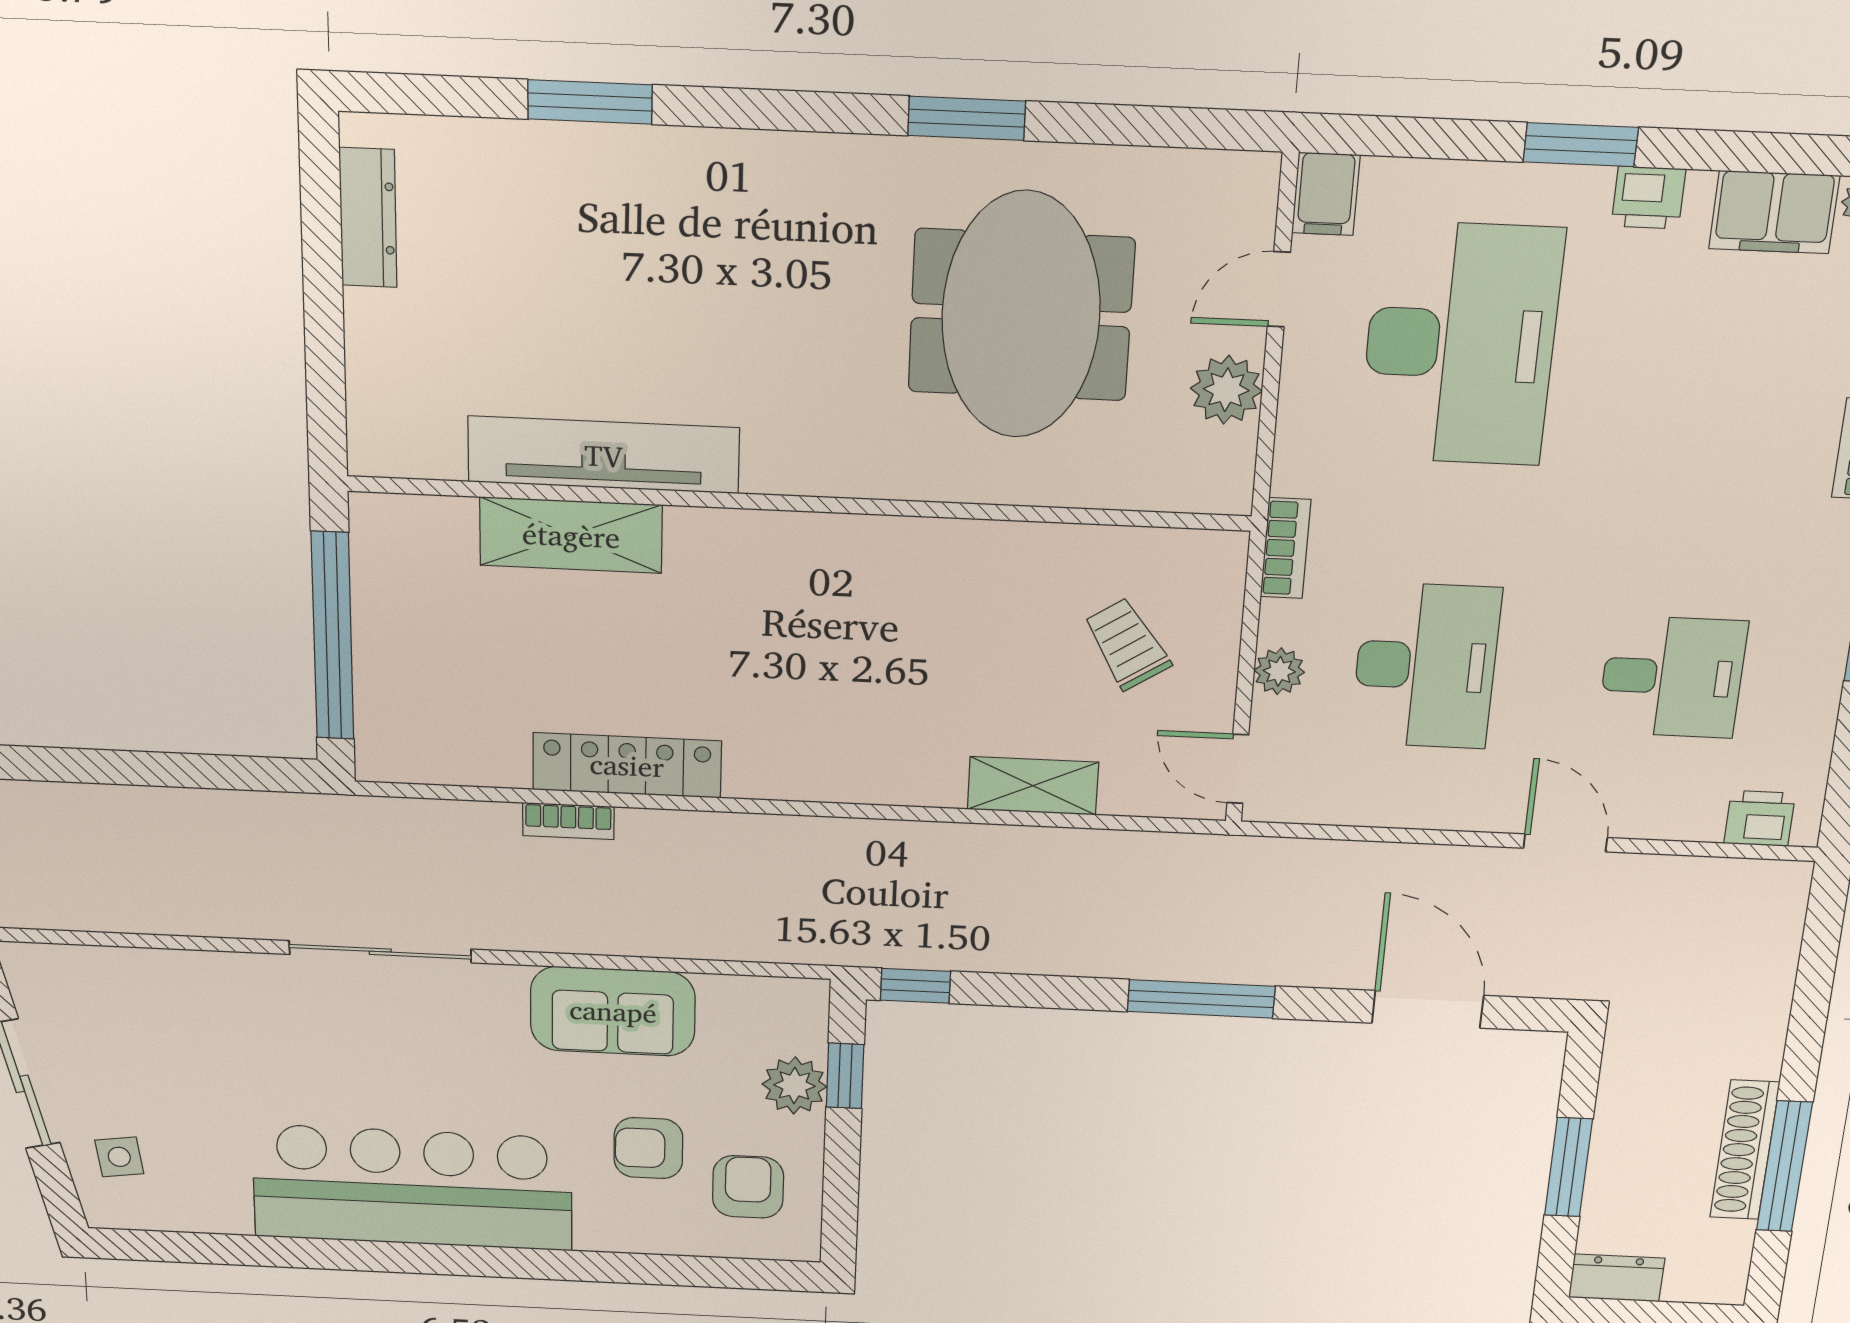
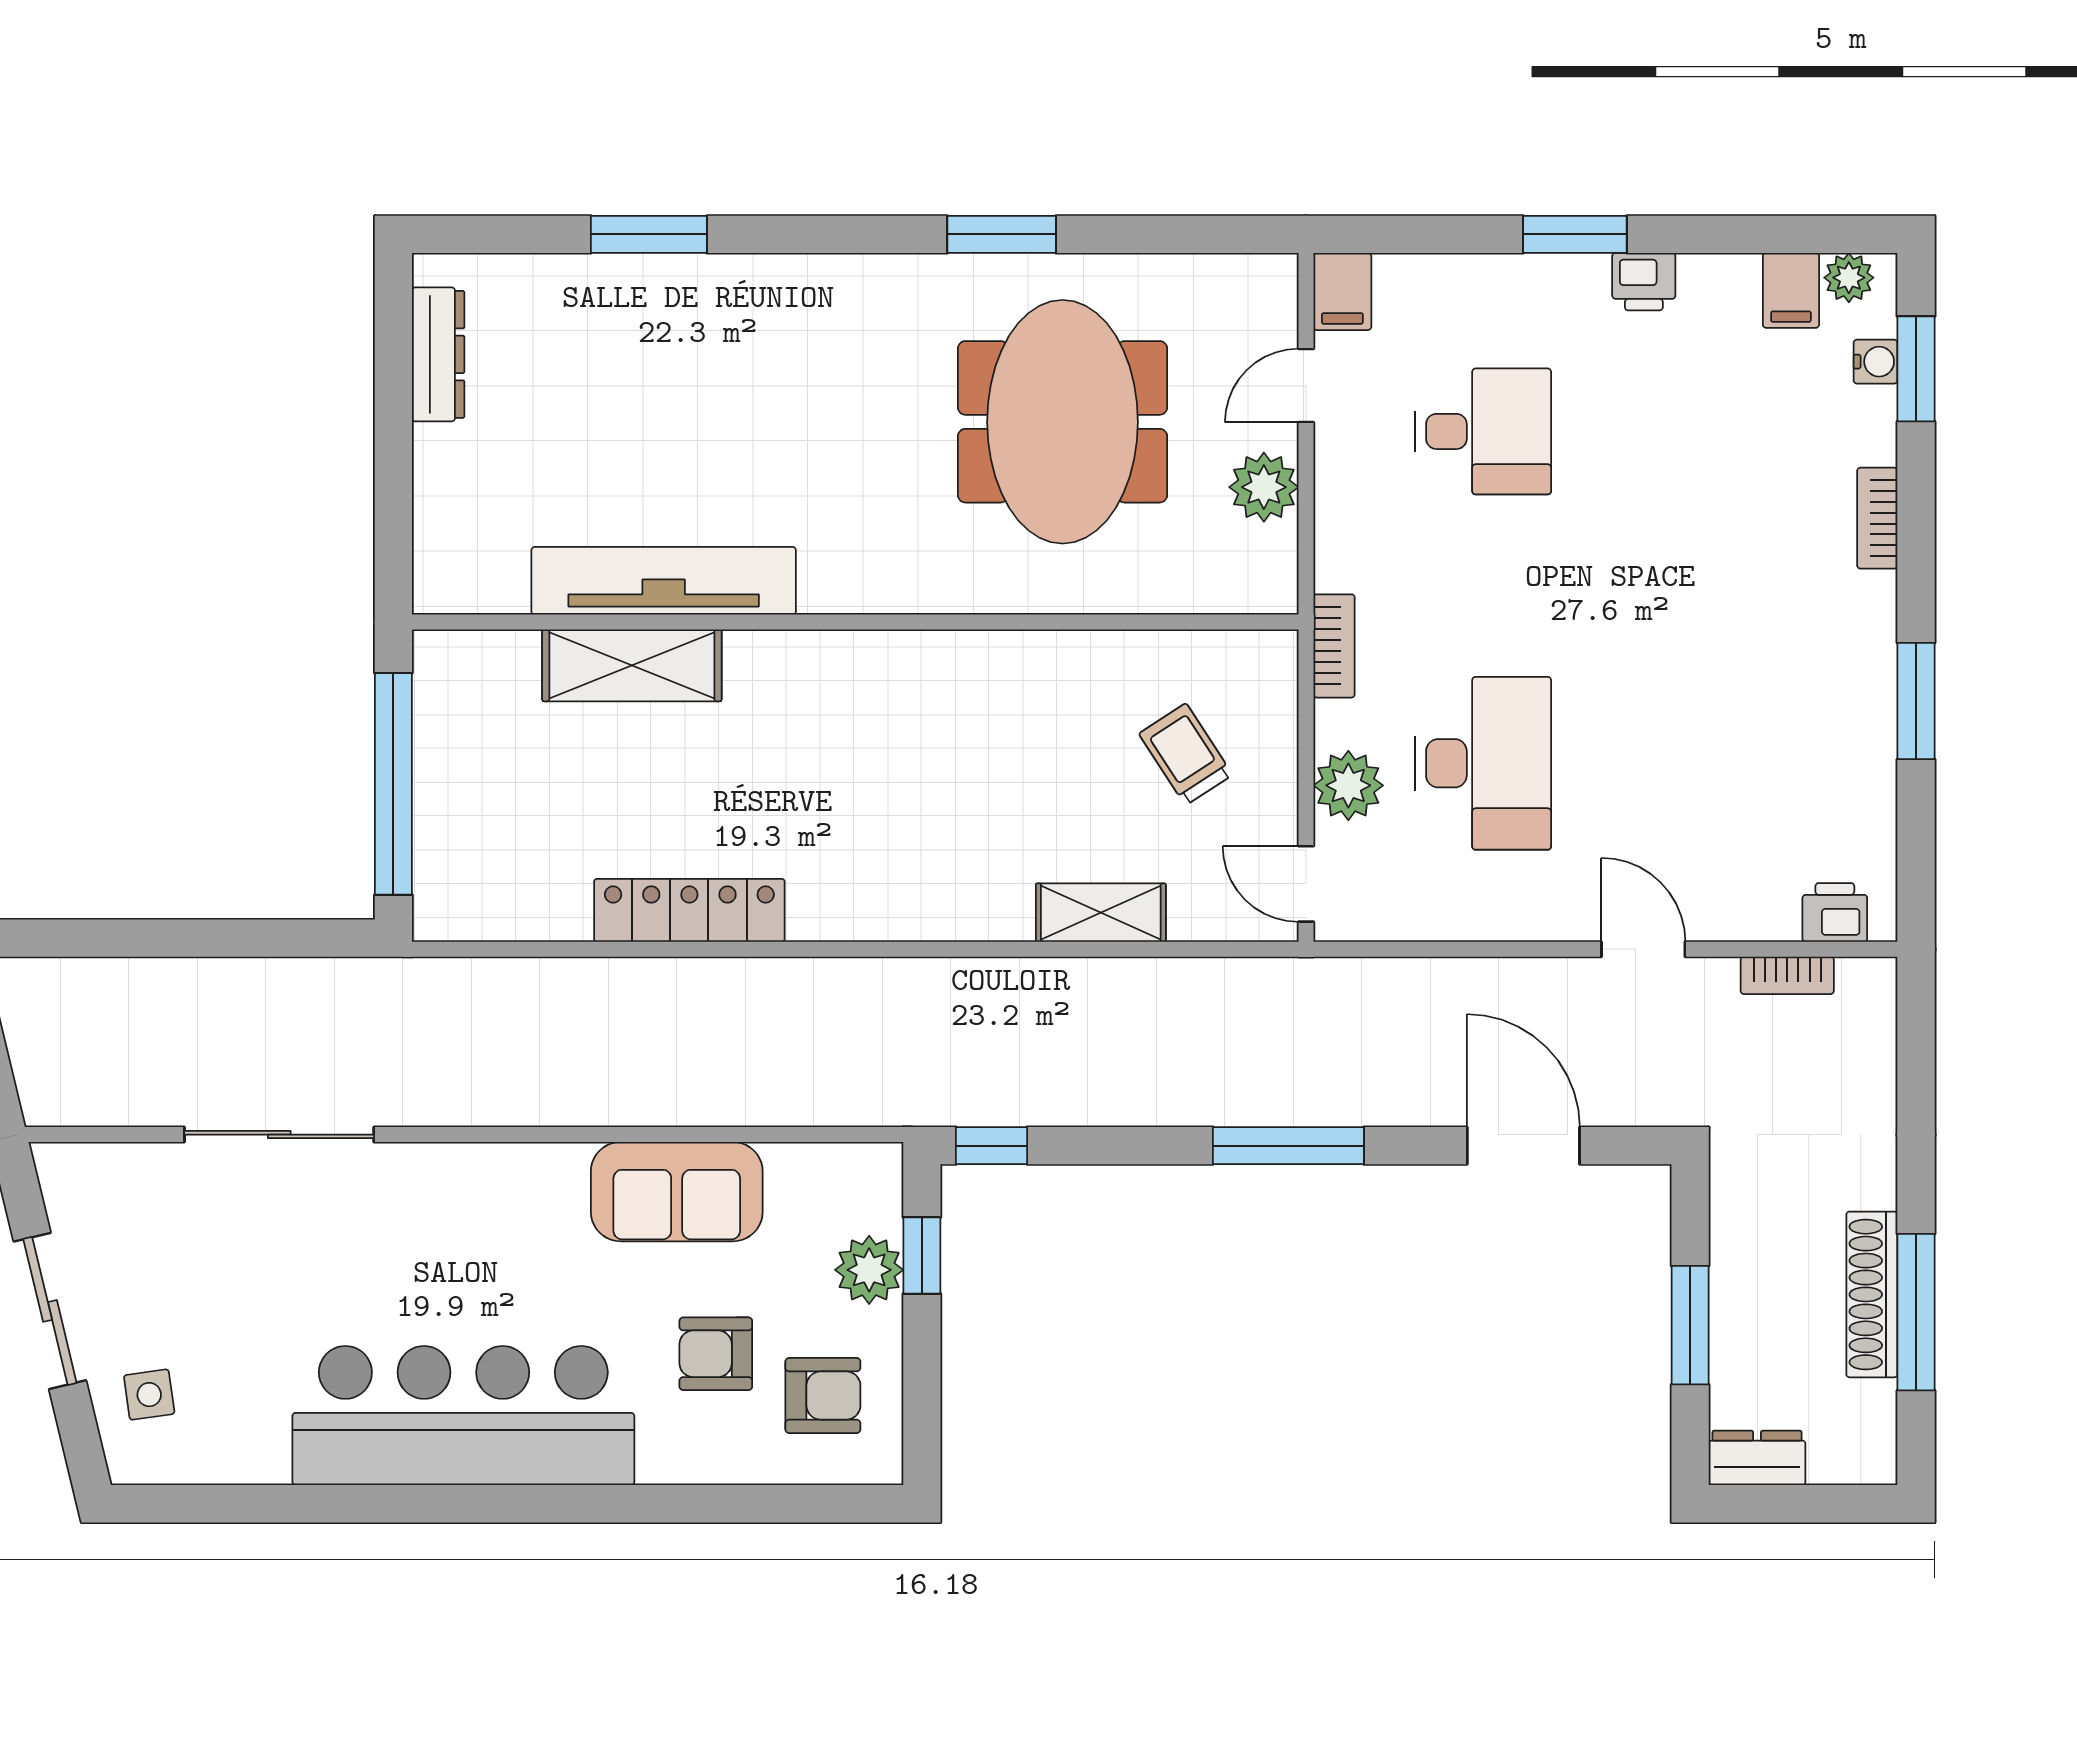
filing cabinet: (1774, 212) -> (1791, 290), width x0.50
desk: (1460, 344) -> (1483, 431), width x0.53, depth x0.77
plant: (1279, 671) -> (1348, 785), width x1.38, depth x1.38
desk: (1672, 677) -> (1728, 763), removed
bookcase: (568, 821) -> (1787, 975), moved
sliding door: (380, 952) -> (279, 1135), moved
armchair: (748, 1187) -> (823, 1396), turned 90

